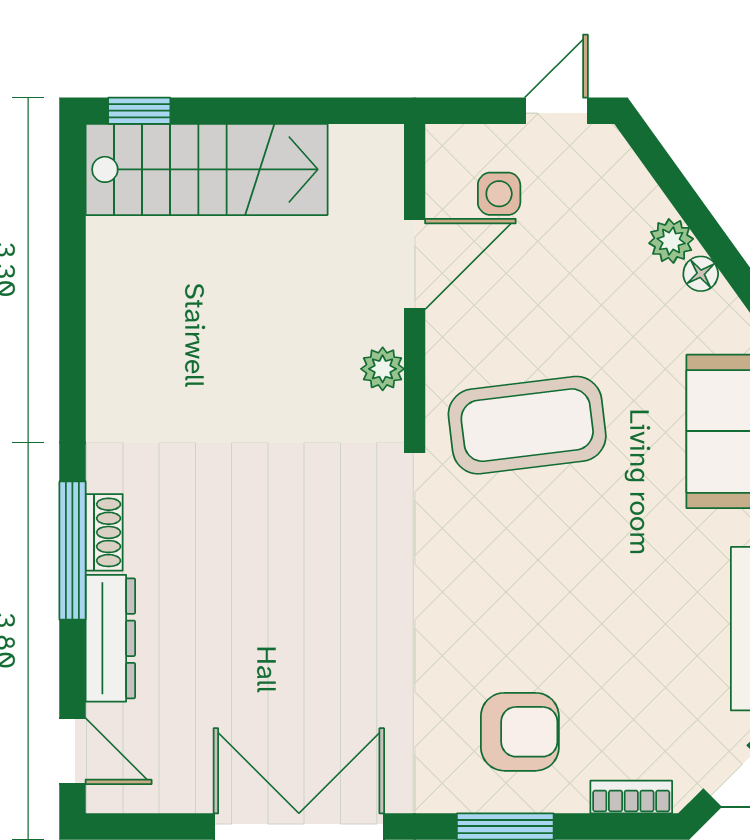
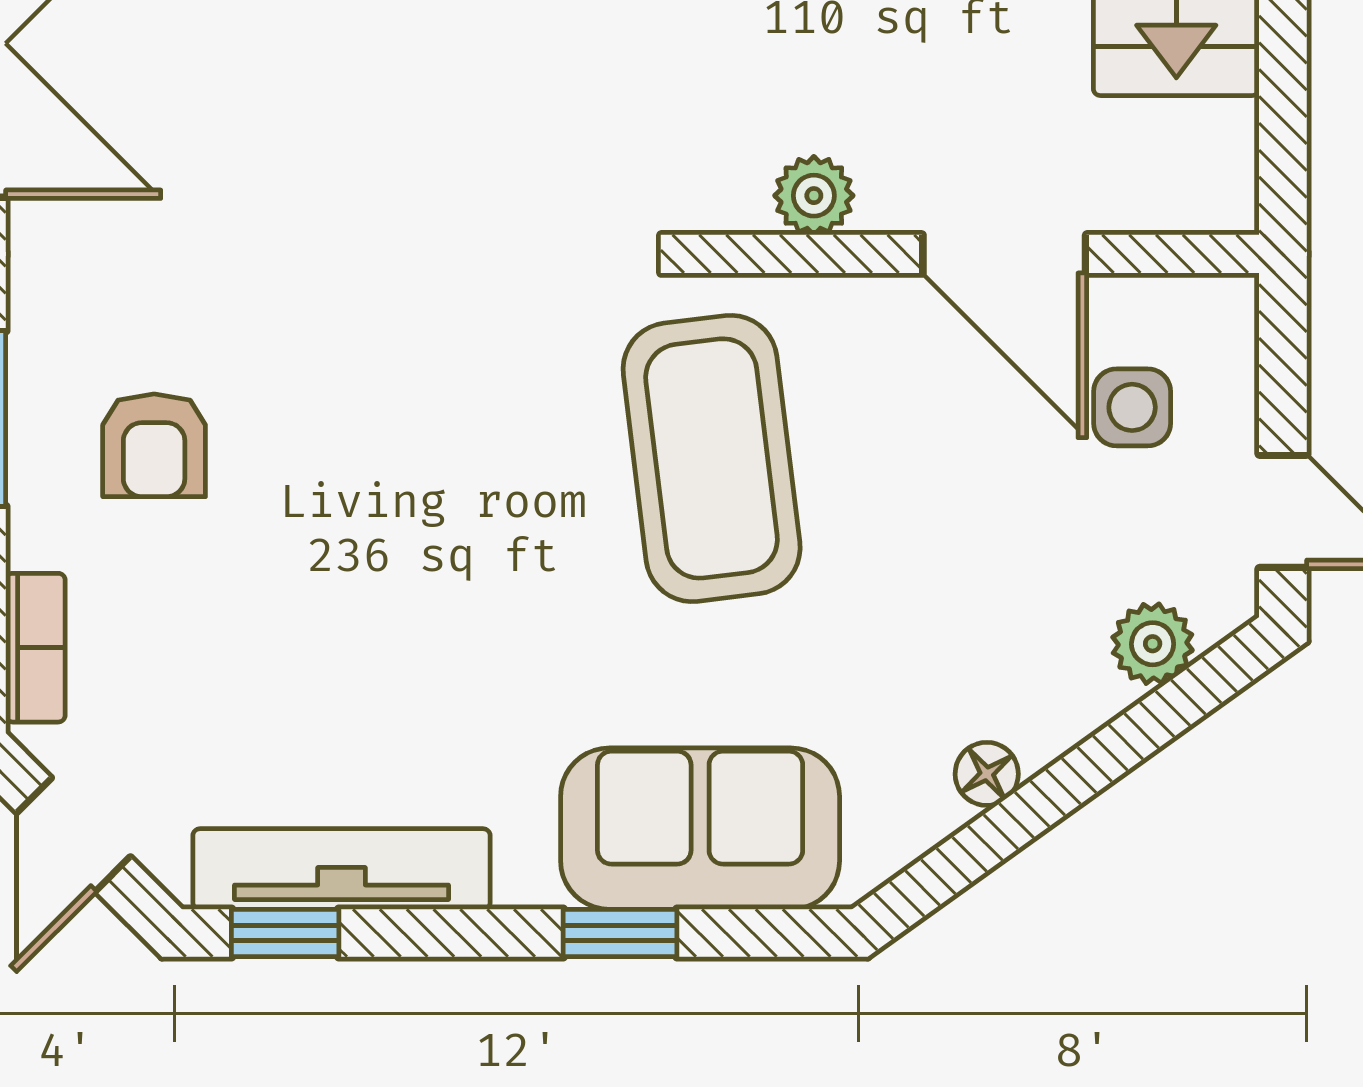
plant: (671, 241) -> (1153, 644), moved
armchair: (520, 732) -> (154, 445), width x0.72, depth x0.72

